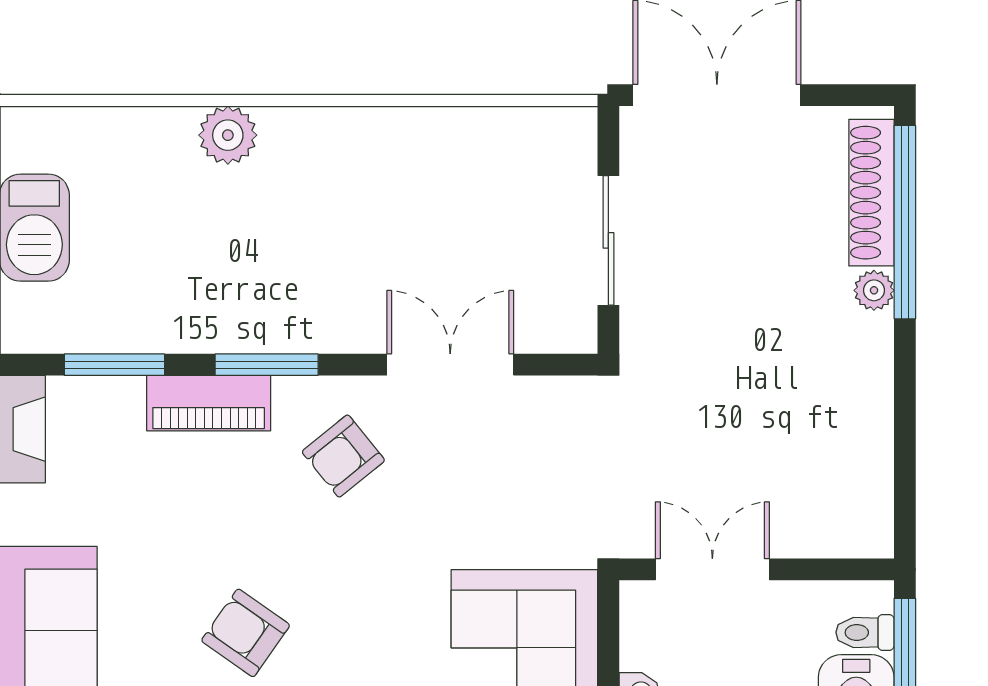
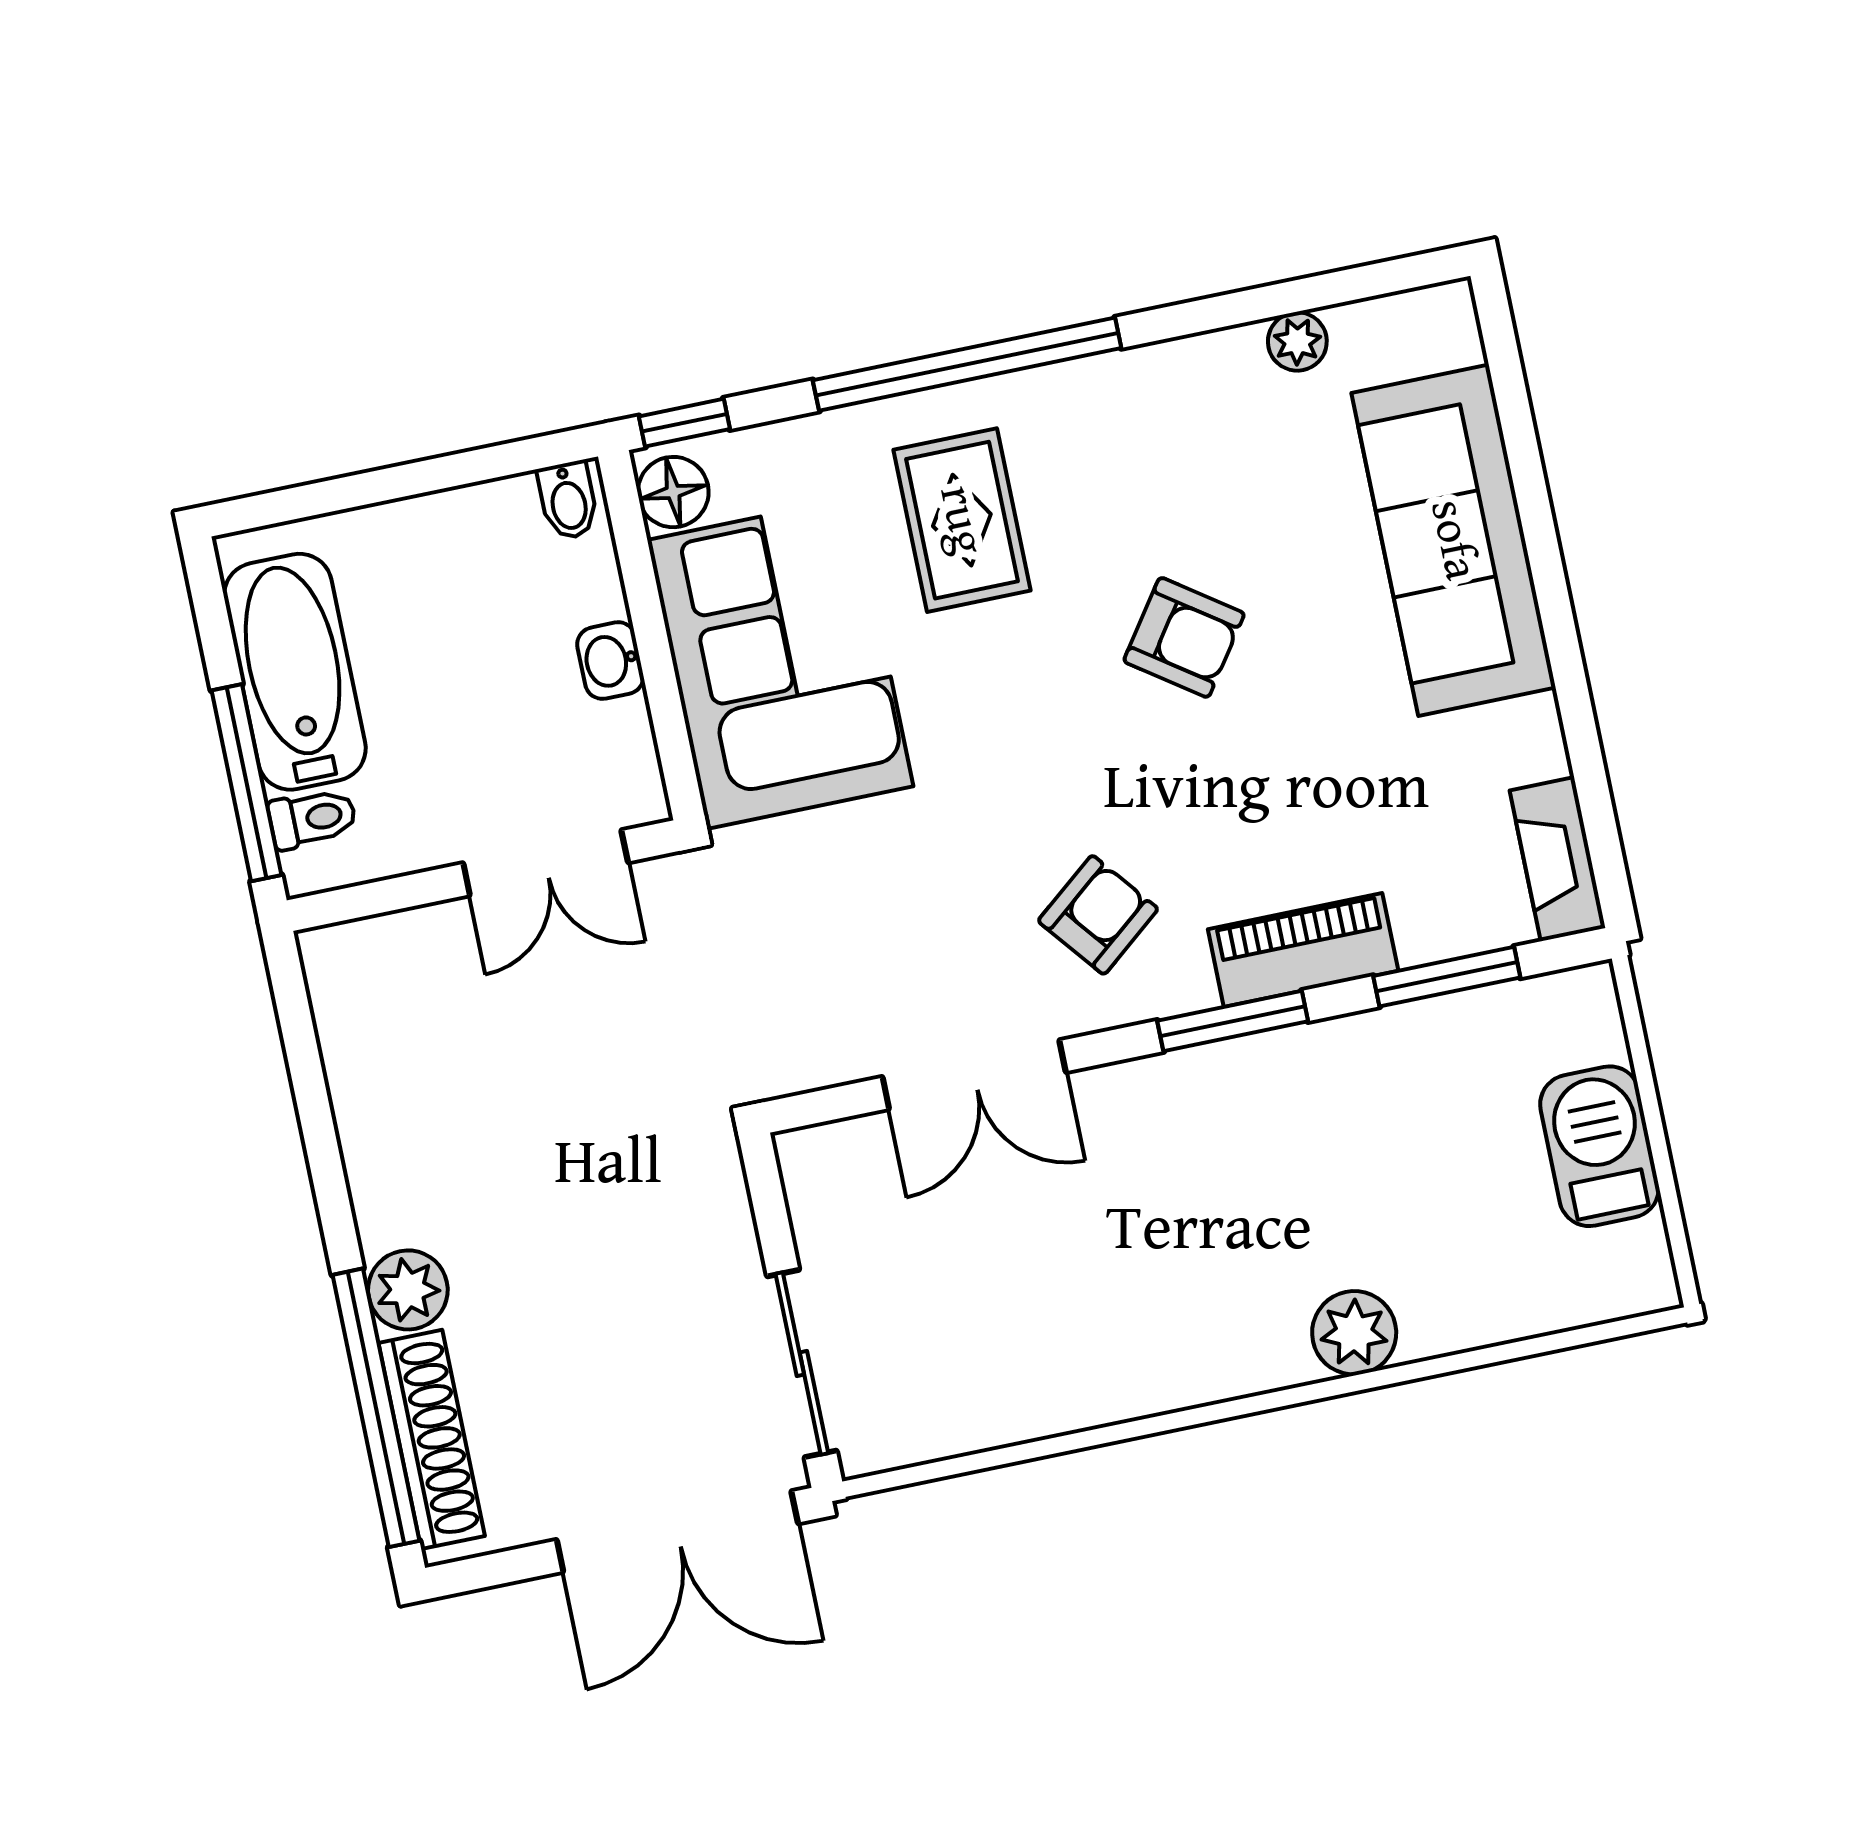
sliding door: (608, 240) -> (802, 1364), moved
plant: (874, 290) -> (408, 1290), width x1.38, depth x1.38

